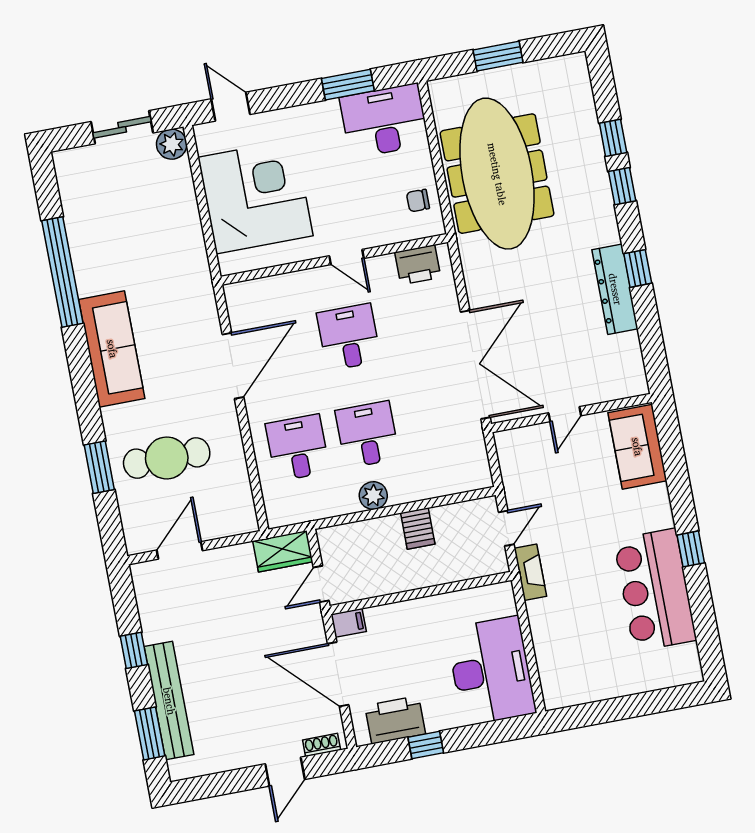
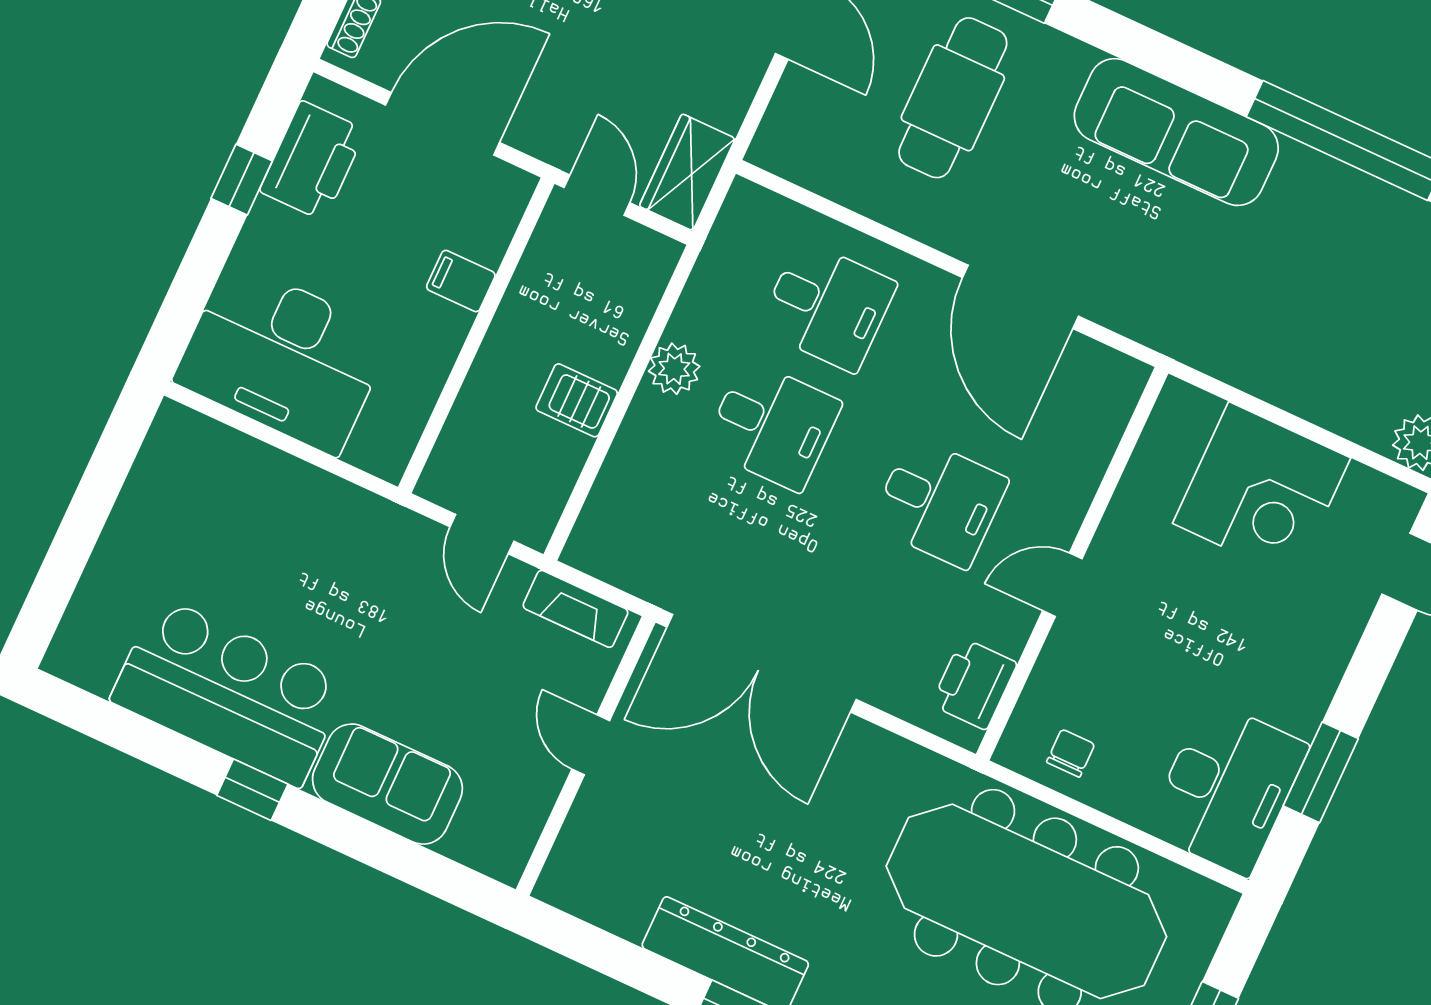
corner desk: (255, 197) -> (1262, 491), width x0.74, depth x0.74
sofa: (637, 447) -> (387, 784), moved
fireplace: (530, 572) -> (575, 609), moved
filing cabinet: (349, 623) -> (461, 281), moved, turned 90

